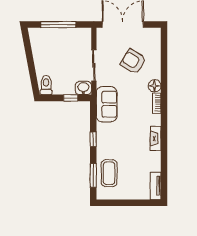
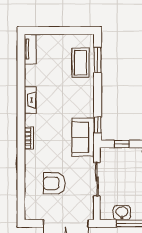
armchair: (133, 62) -> (54, 183), turned 147
floor lamp: (155, 86) -> (31, 157), removed
washbasin: (83, 88) -> (122, 213), moved, turned 180
window: (93, 139) -> (98, 125), moved

